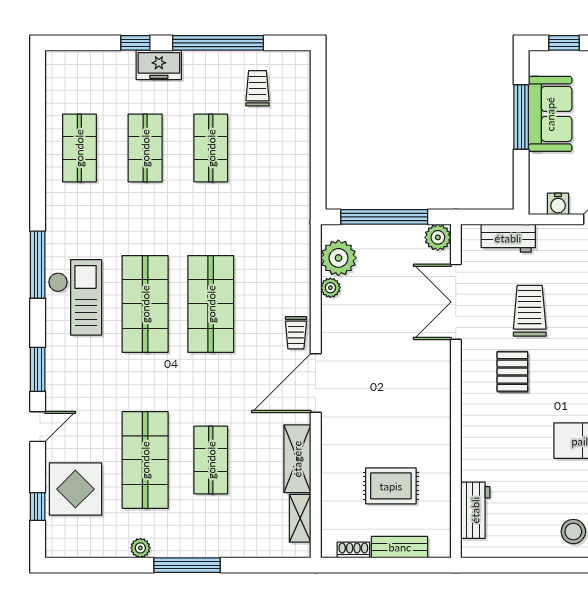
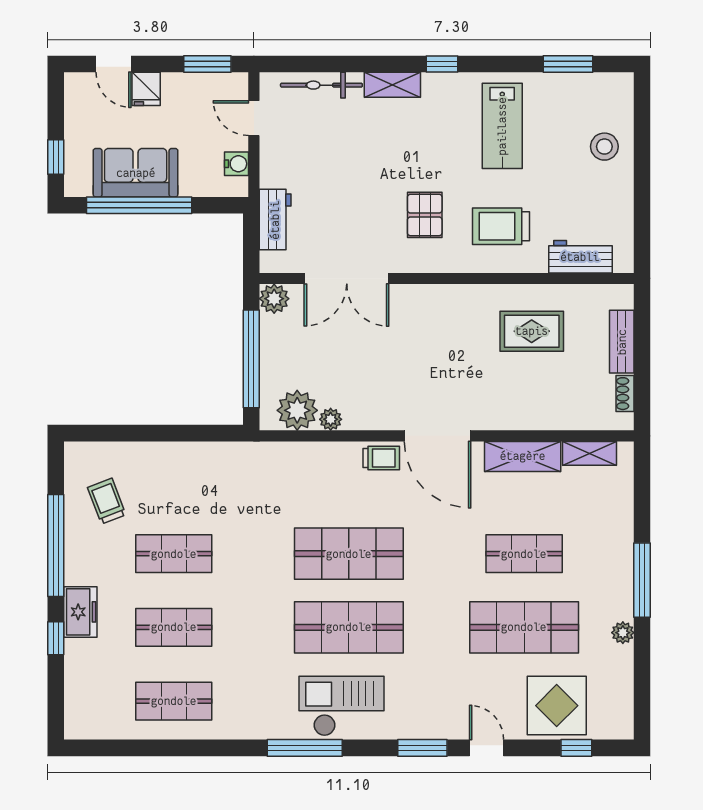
trolley: (258, 88) -> (107, 501), turned 69
window: (521, 117) -> (139, 205), width x1.46
trolley: (530, 311) -> (501, 226), moved
pallet: (512, 372) -> (425, 215), turned 90
rug: (391, 486) -> (532, 331), moved, turned 90

